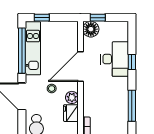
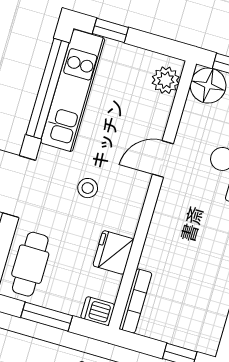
door: (80, 67) -> (163, 159), width x0.53
plant: (72, 97) -> (166, 80), moved

